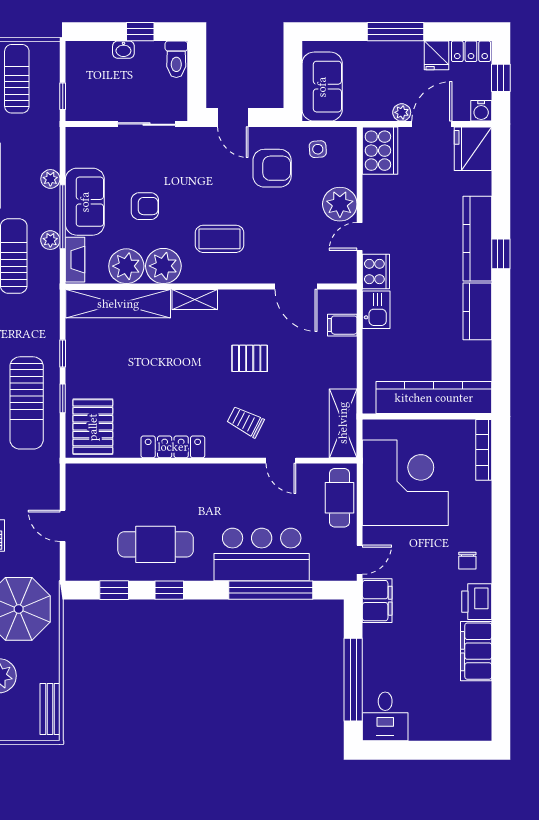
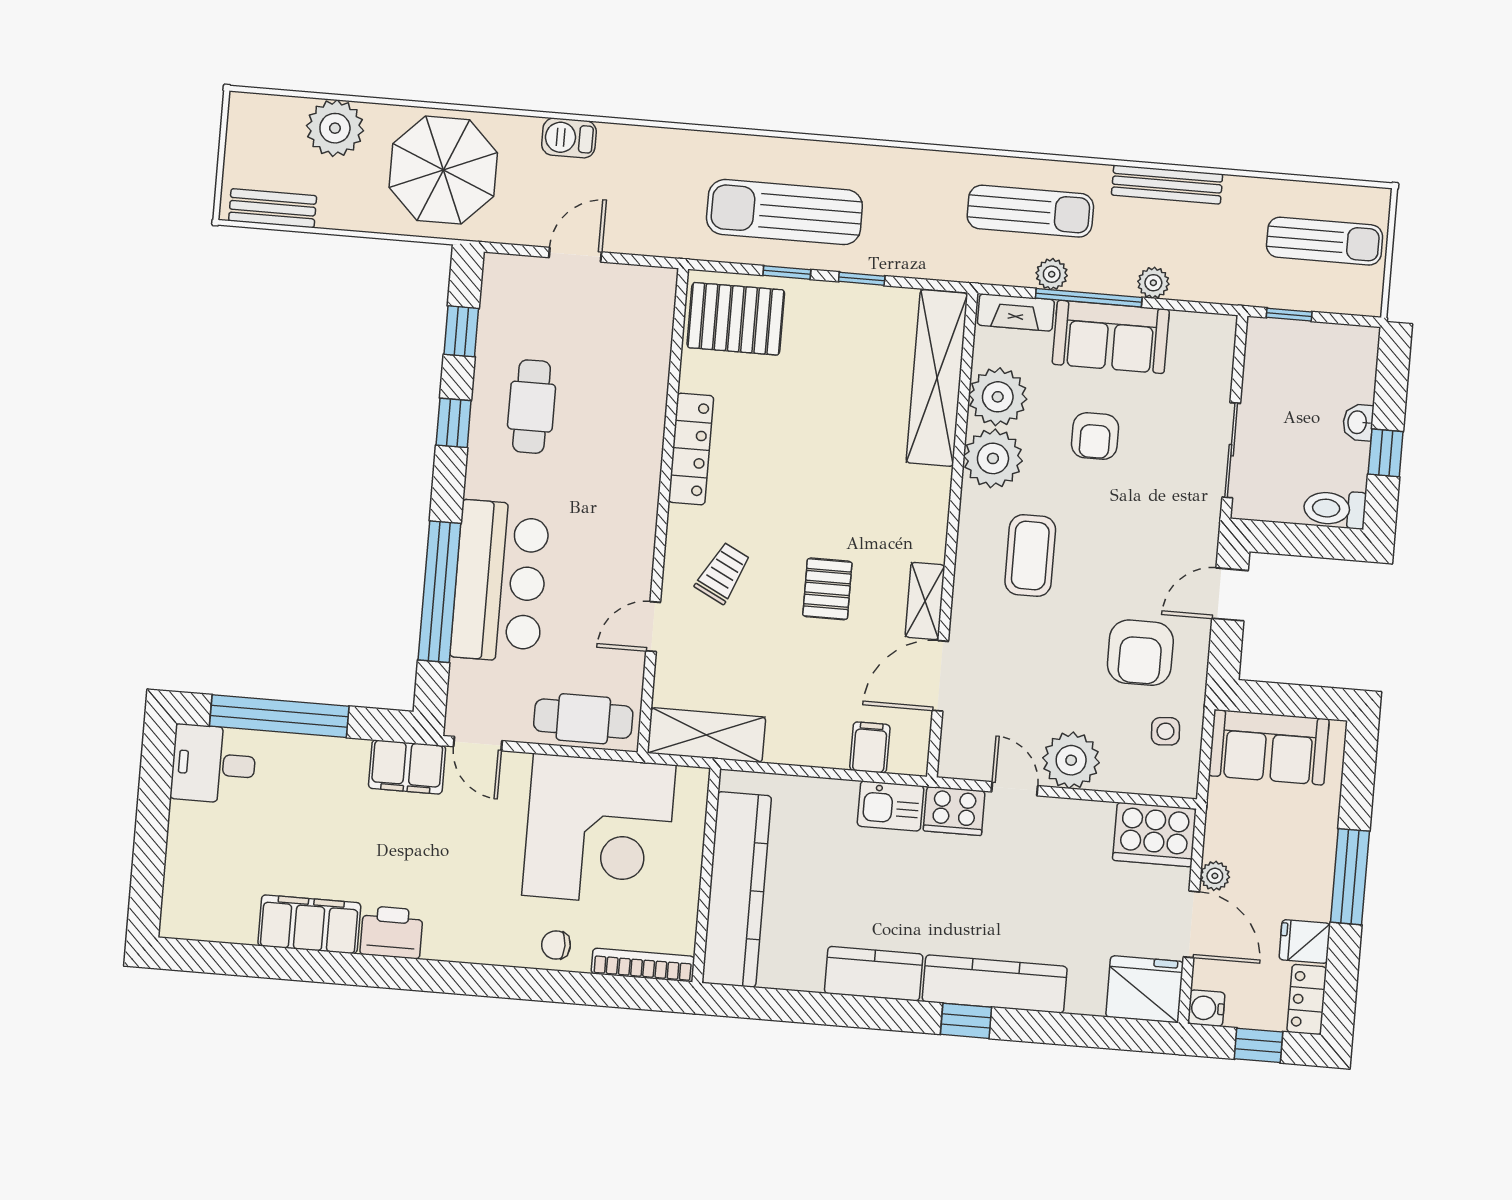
shelving: (195, 299) -> (925, 601), moved
cafe table: (156, 544) -> (532, 407), width x0.73, depth x0.74
chair: (467, 561) -> (556, 945), moved

